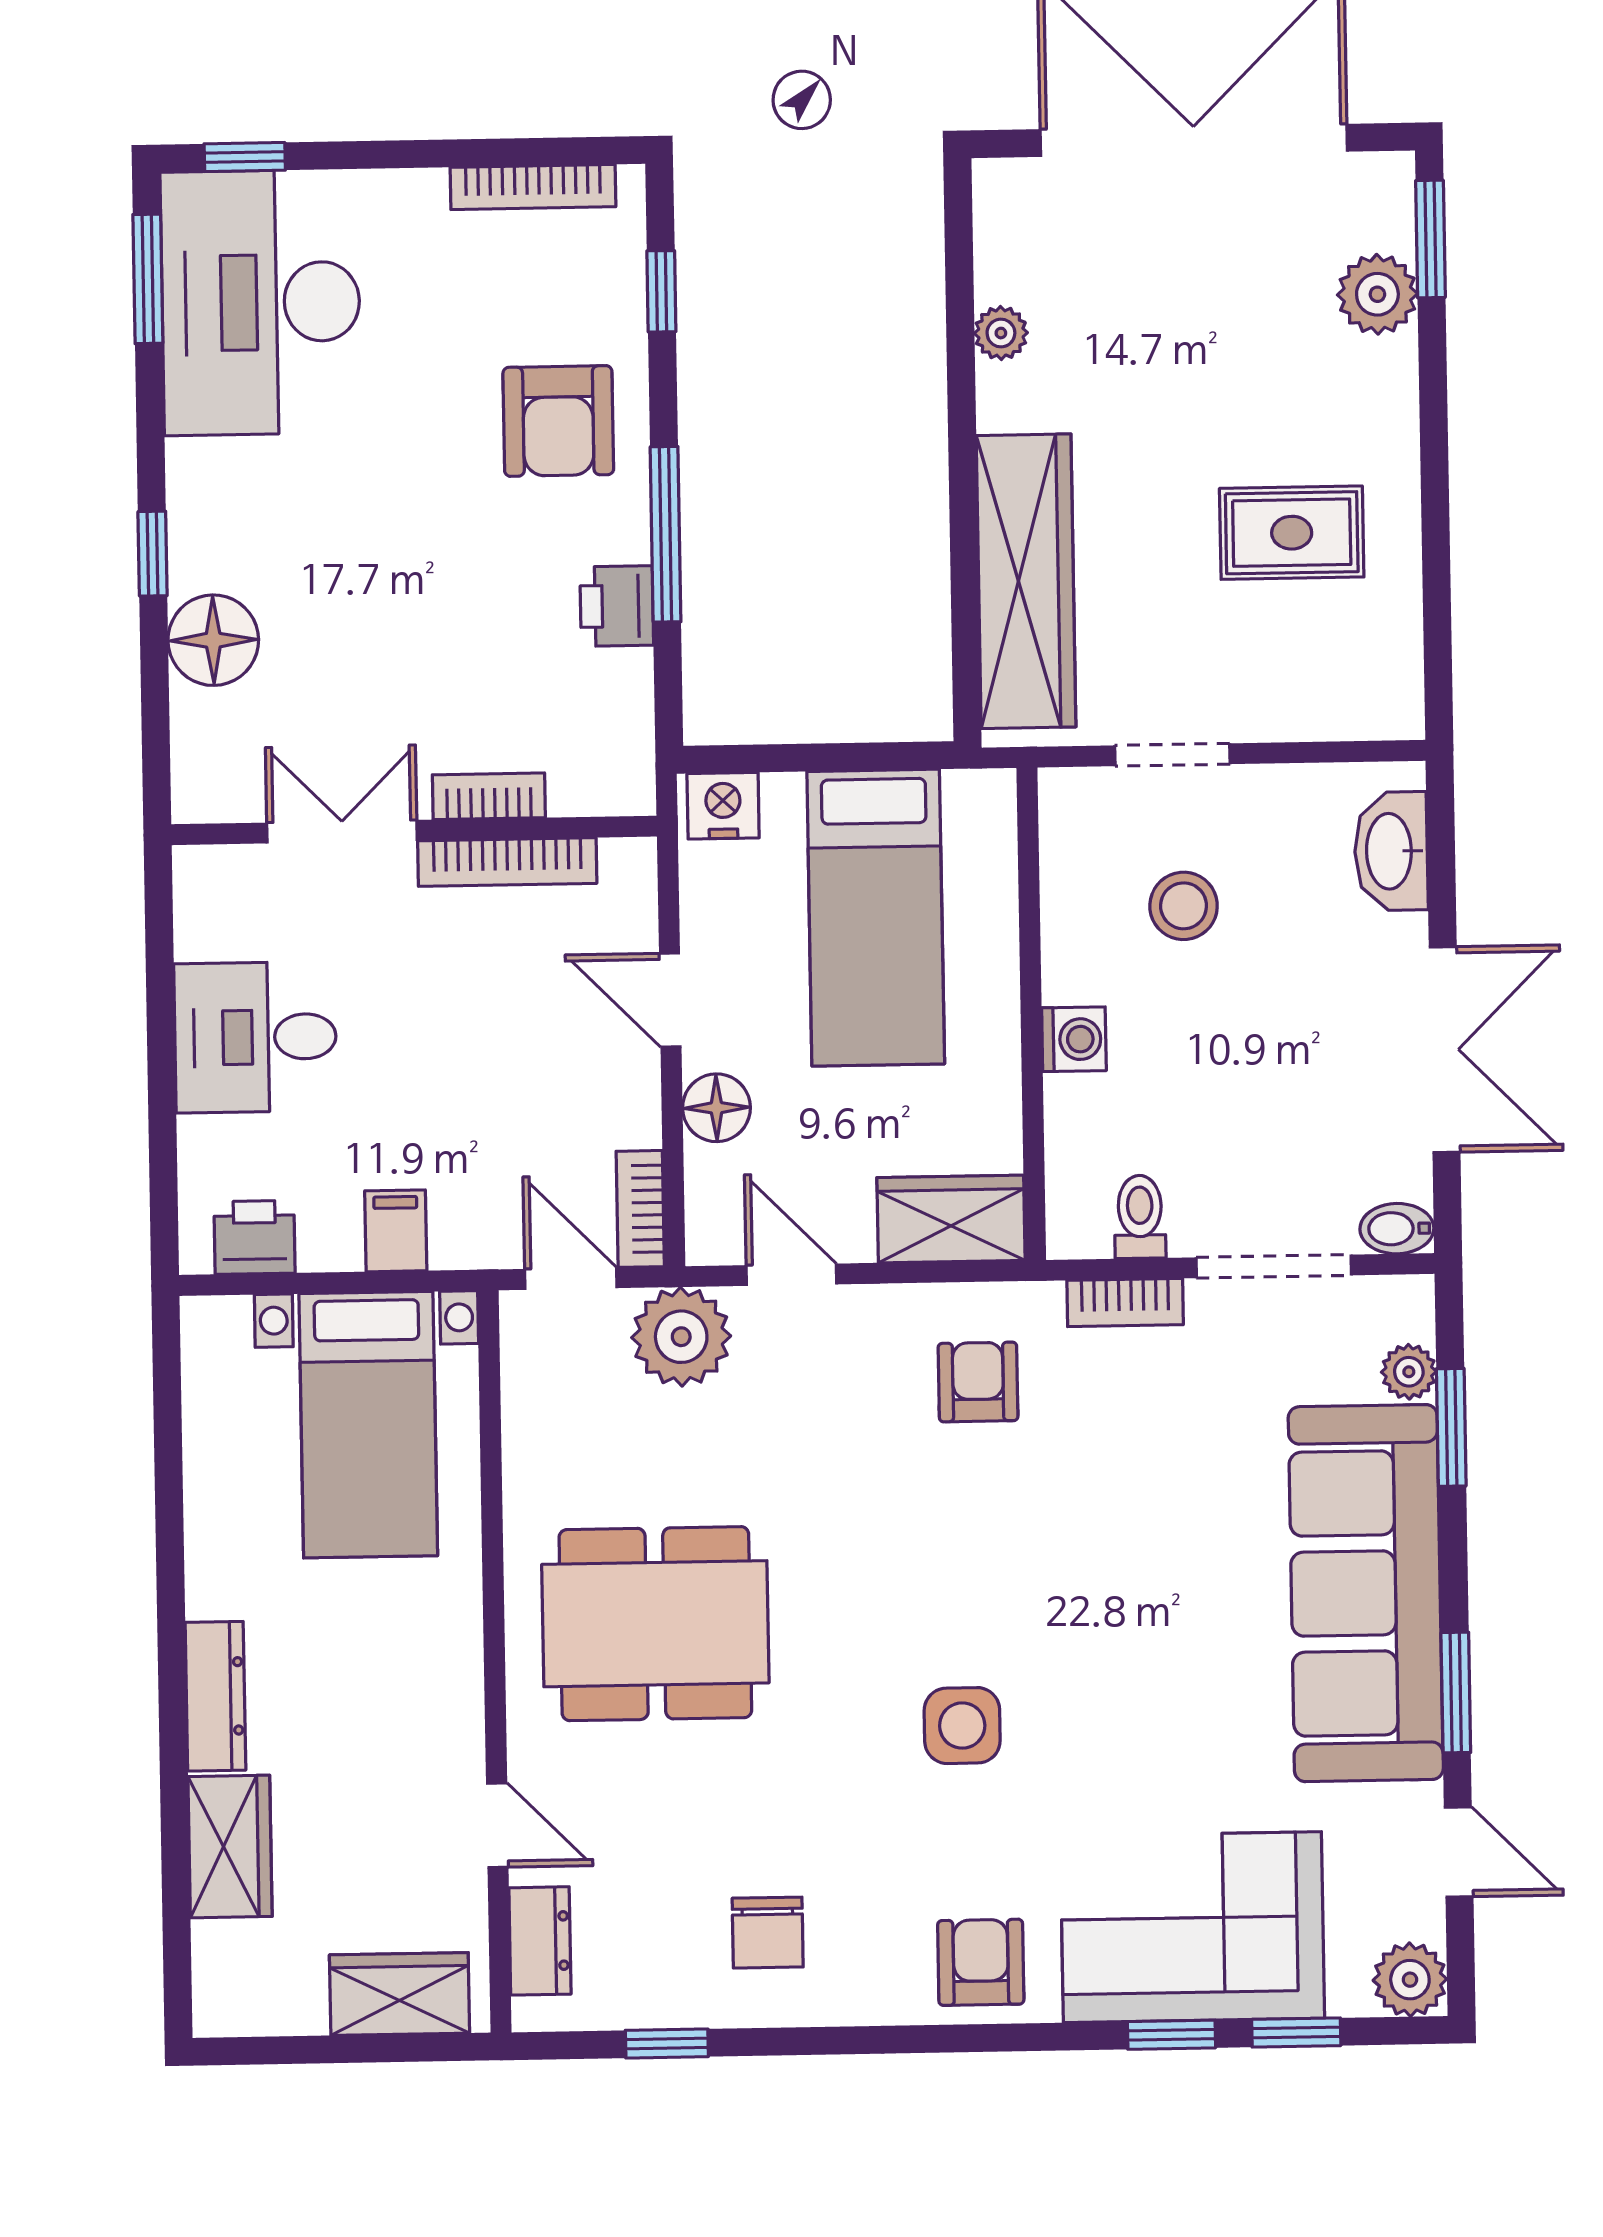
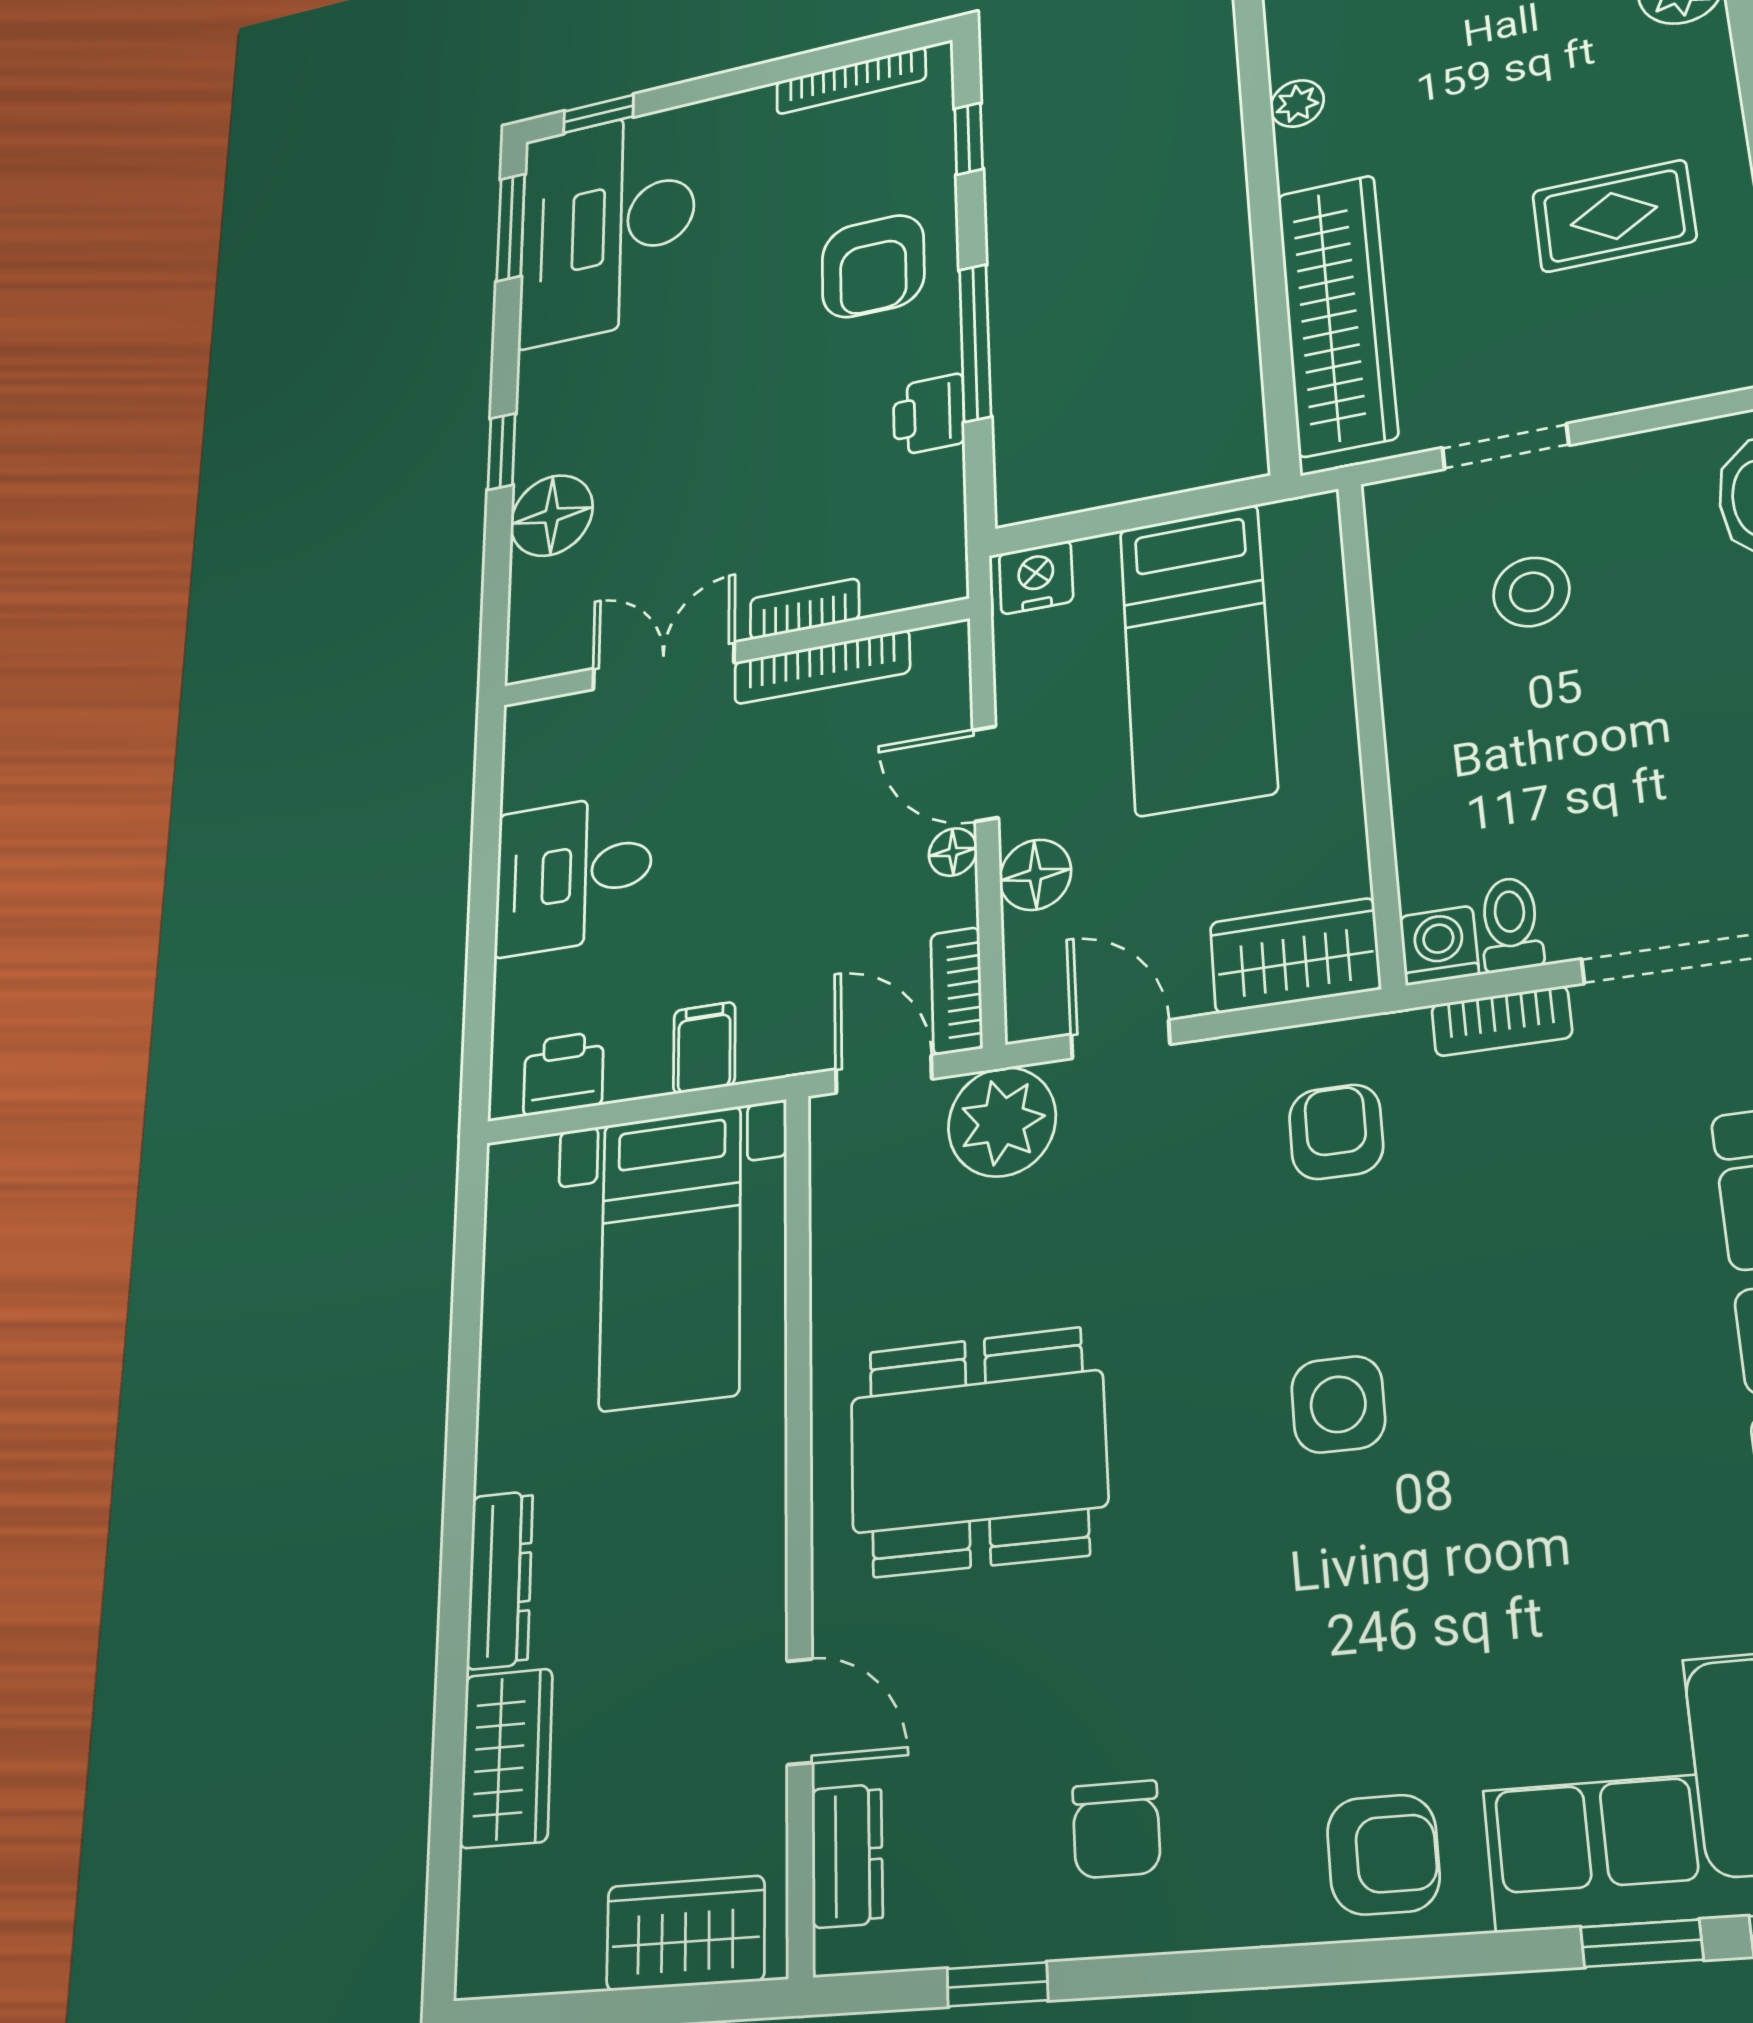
washing machine: (1074, 1039) -> (1439, 946), moved, turned -90
floor lamp: (638, 1073) -> (953, 852), added
side table: (962, 1726) -> (1338, 1404), moved
armchair: (981, 1962) -> (1383, 1855), turned 90

